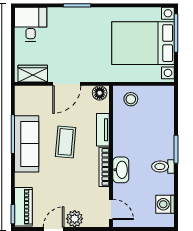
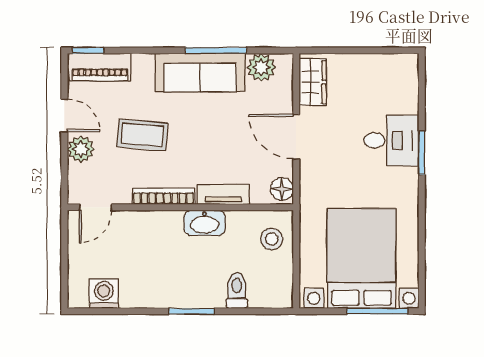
desk: (31, 24) -> (391, 141), moved
plant: (23, 106) -> (261, 67), added
coffee table: (66, 142) -> (142, 135), moved
toilet: (163, 166) -> (237, 290), moved
washbasin: (121, 170) -> (205, 223), moved

